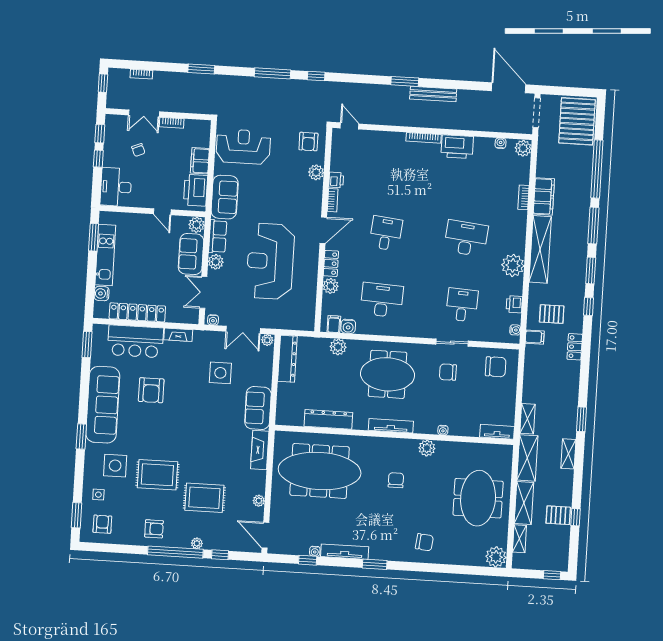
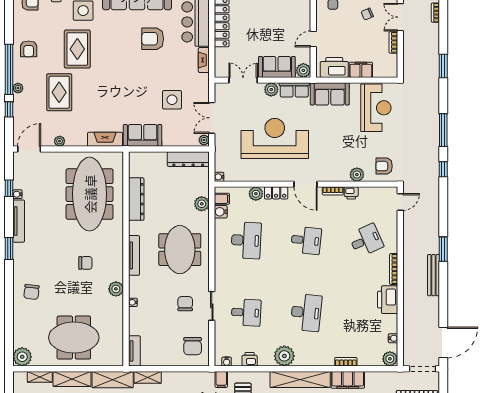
desk: (390, 167) -> (366, 240), added
water cooler: (213, 320) -> (219, 177), moved

